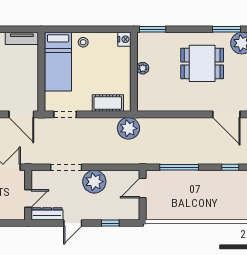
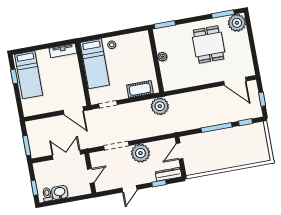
nightstand: (124, 39) -> (144, 37), removed
dining table: (202, 63) -> (209, 44), turned 90
window: (179, 167) -> (216, 128), moved
dresser: (47, 214) -> (168, 174), moved

